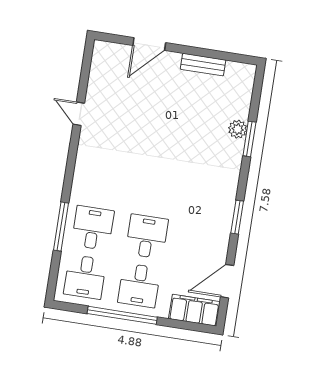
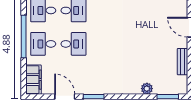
window: (249, 139) -> (168, 97), moved
door: (227, 281) -> (65, 97), moved

